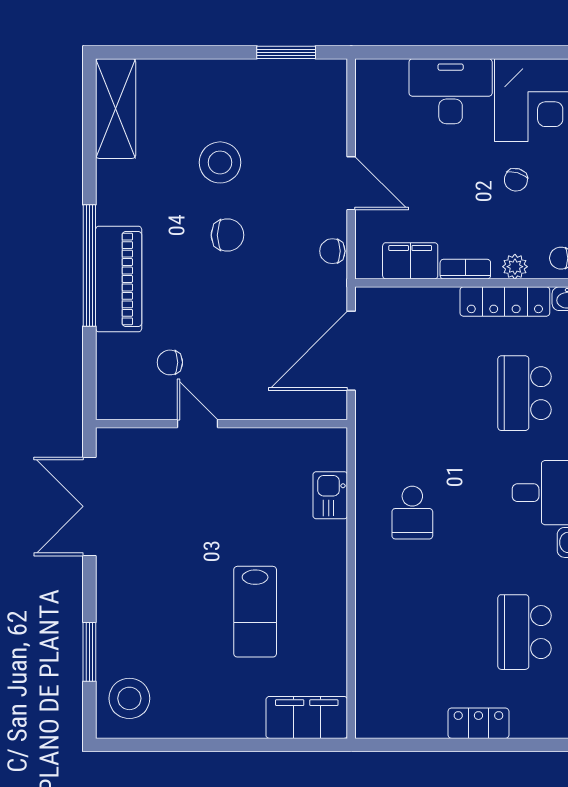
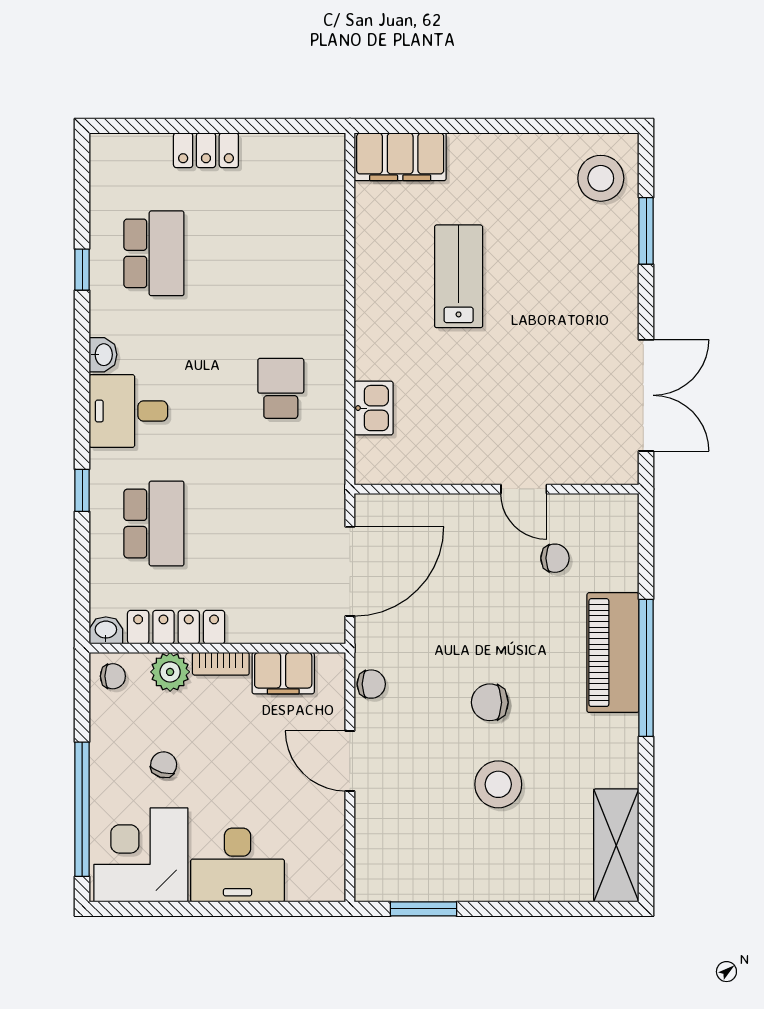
plant: (515, 267) -> (170, 672), width x1.38, depth x1.38

